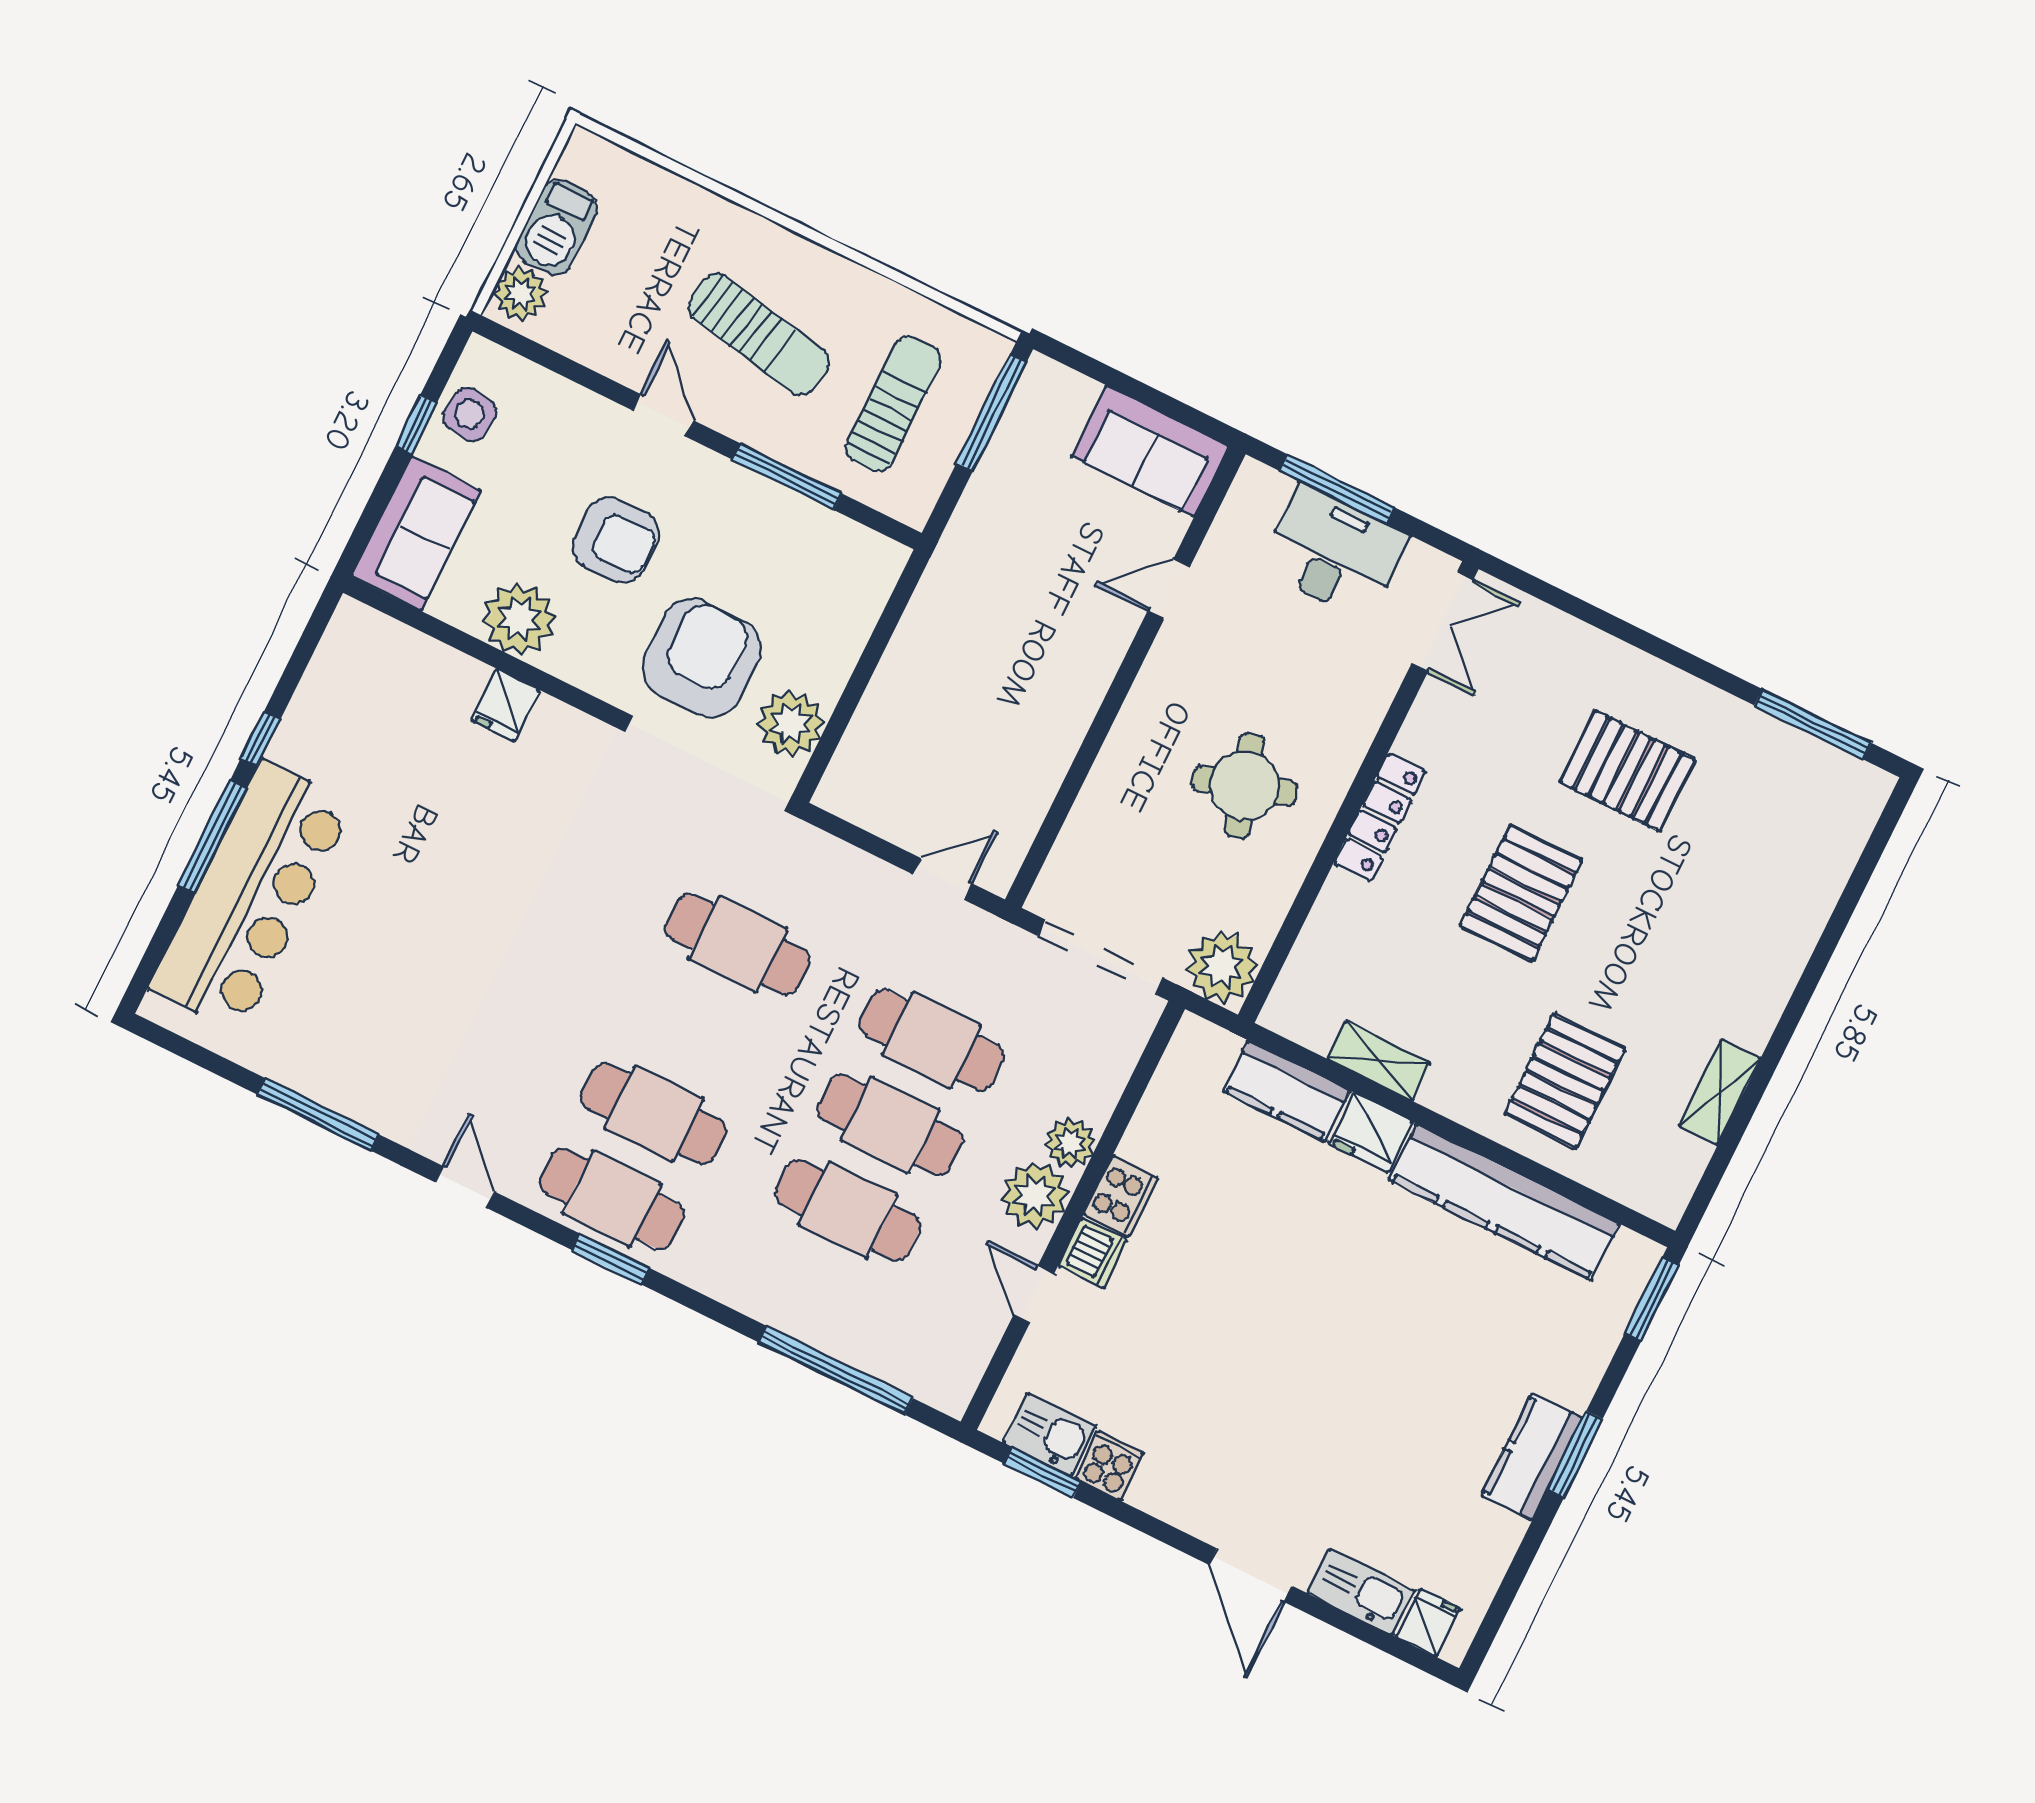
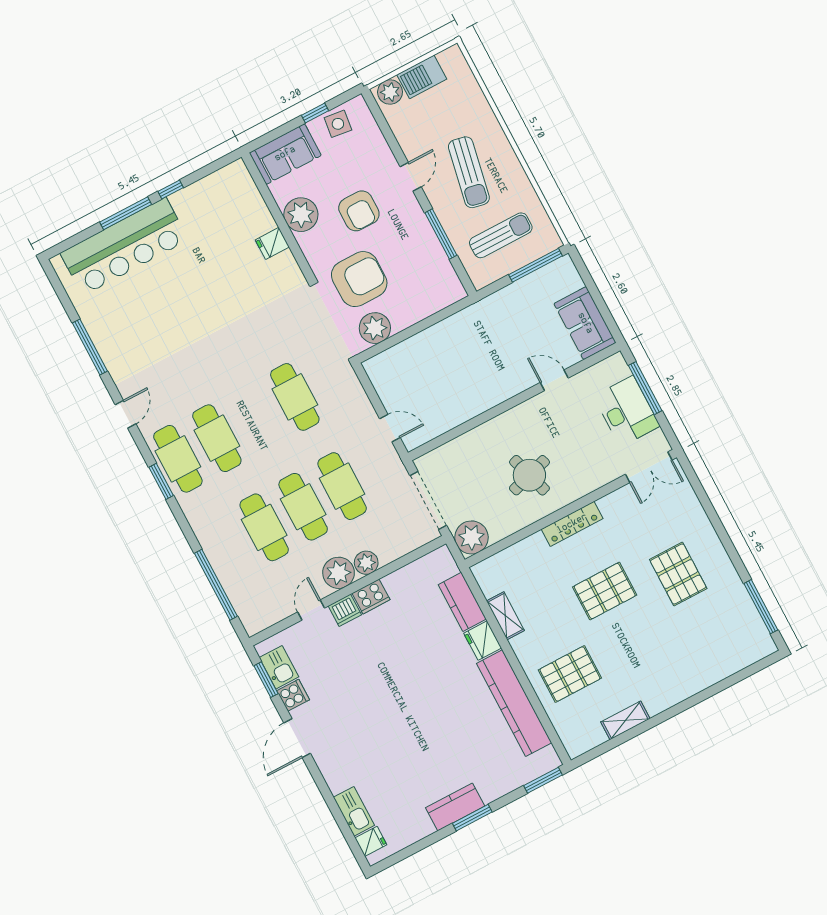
door: (1251, 1575) -> (297, 738), moved

